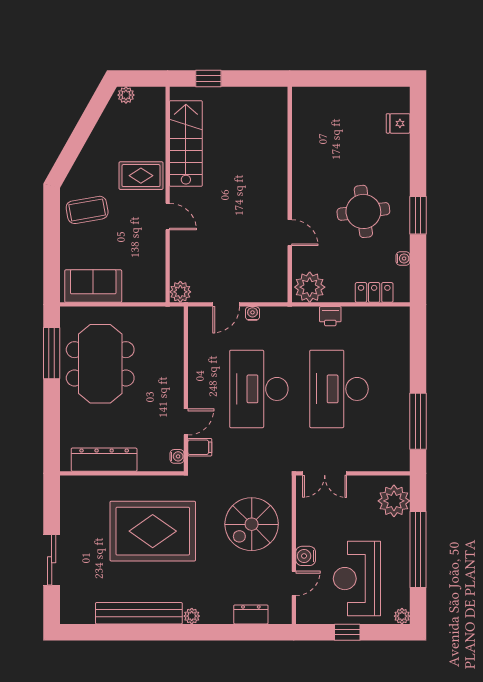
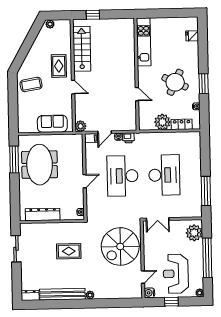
kitchen unit: (305, 133) -> (144, 42), added
rug: (141, 176) -> (59, 66), turned 90
round table: (363, 211) -> (175, 82), turned 32
sofa: (93, 286) -> (52, 124), moved
plant: (310, 287) -> (162, 122), moved
printer: (330, 316) -> (128, 138), moved
desk: (339, 389) -> (164, 175), turned 180
door: (186, 422) -> (85, 181), moved
filing cabinet: (200, 447) -> (91, 138), moved
spiral stairs: (252, 524) -> (120, 246), width x1.37, depth x1.37
rug: (153, 531) -> (69, 251), width x0.54, depth x0.49
water cooler: (306, 556) -> (149, 293), moved
sliding door: (52, 560) -> (16, 249), moved
dresser: (251, 614) -> (30, 295), moved

